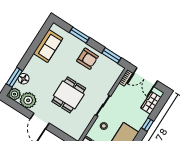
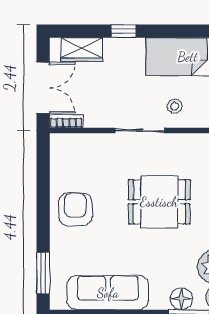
window: (79, 35) -> (43, 273), moved
sofa: (48, 46) -> (108, 293), width x1.36
window: (111, 55) -> (43, 171), removed

